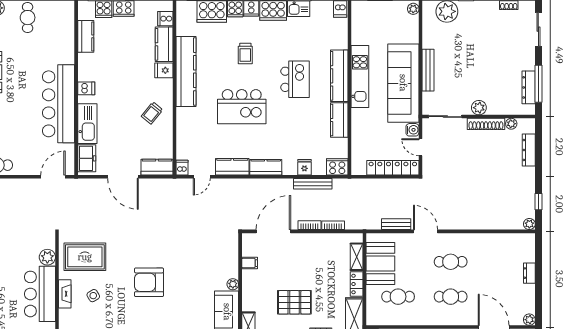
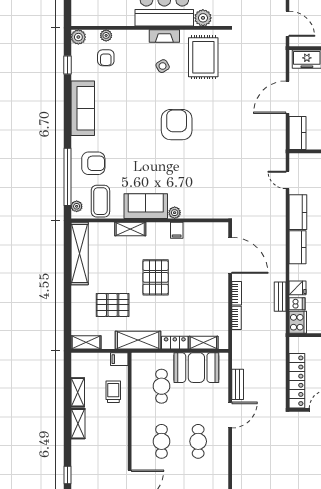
dishwasher: (182, 168) -> (297, 304), moved
bench: (313, 184) -> (280, 297), width x0.73
filing cabinet: (250, 263) -> (177, 230), moved

